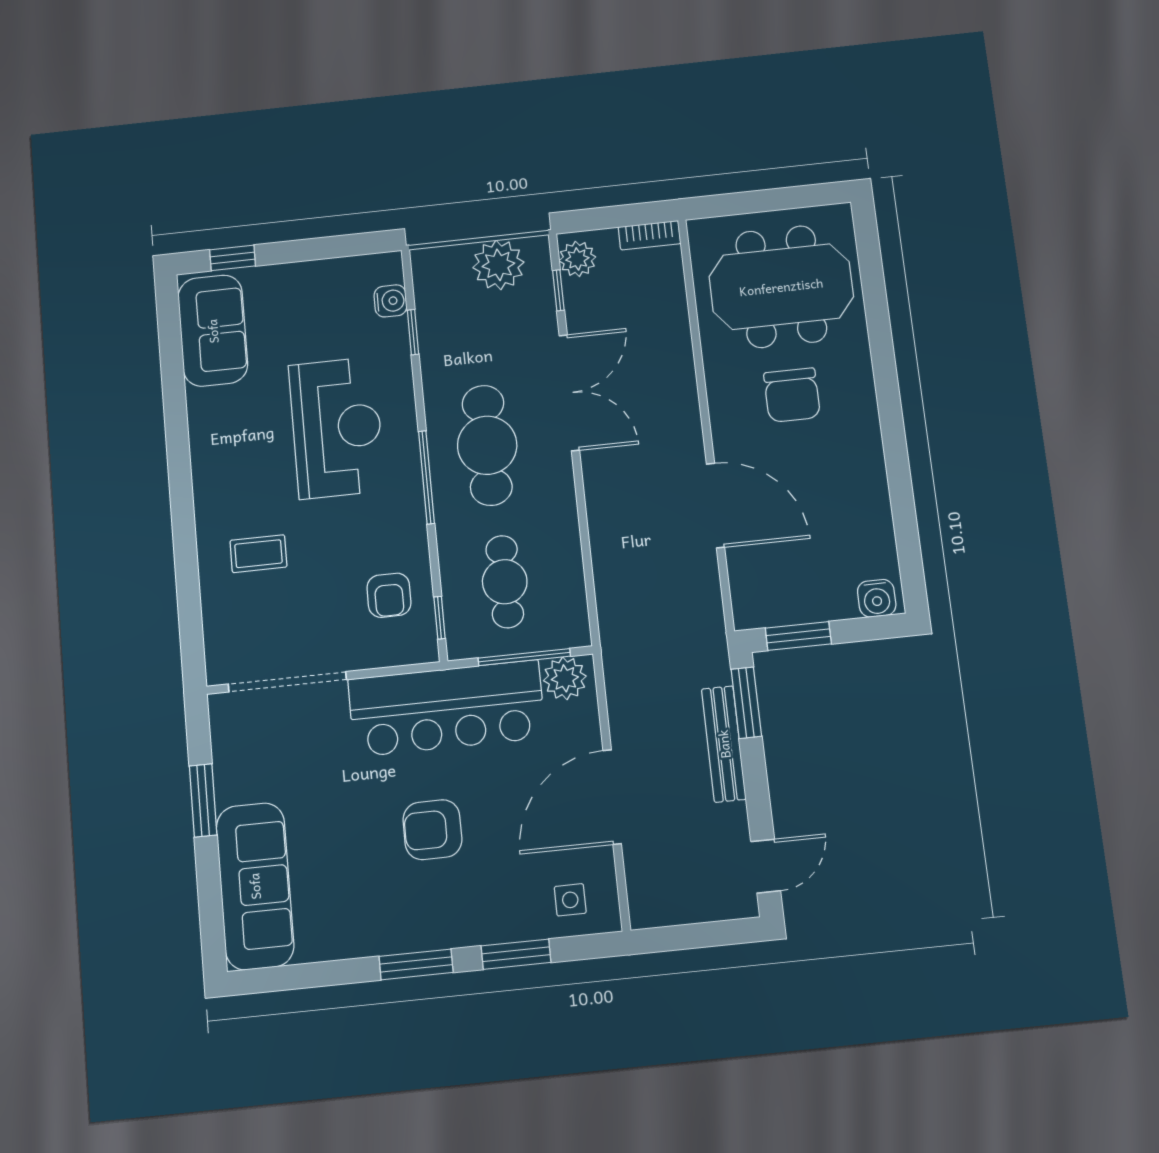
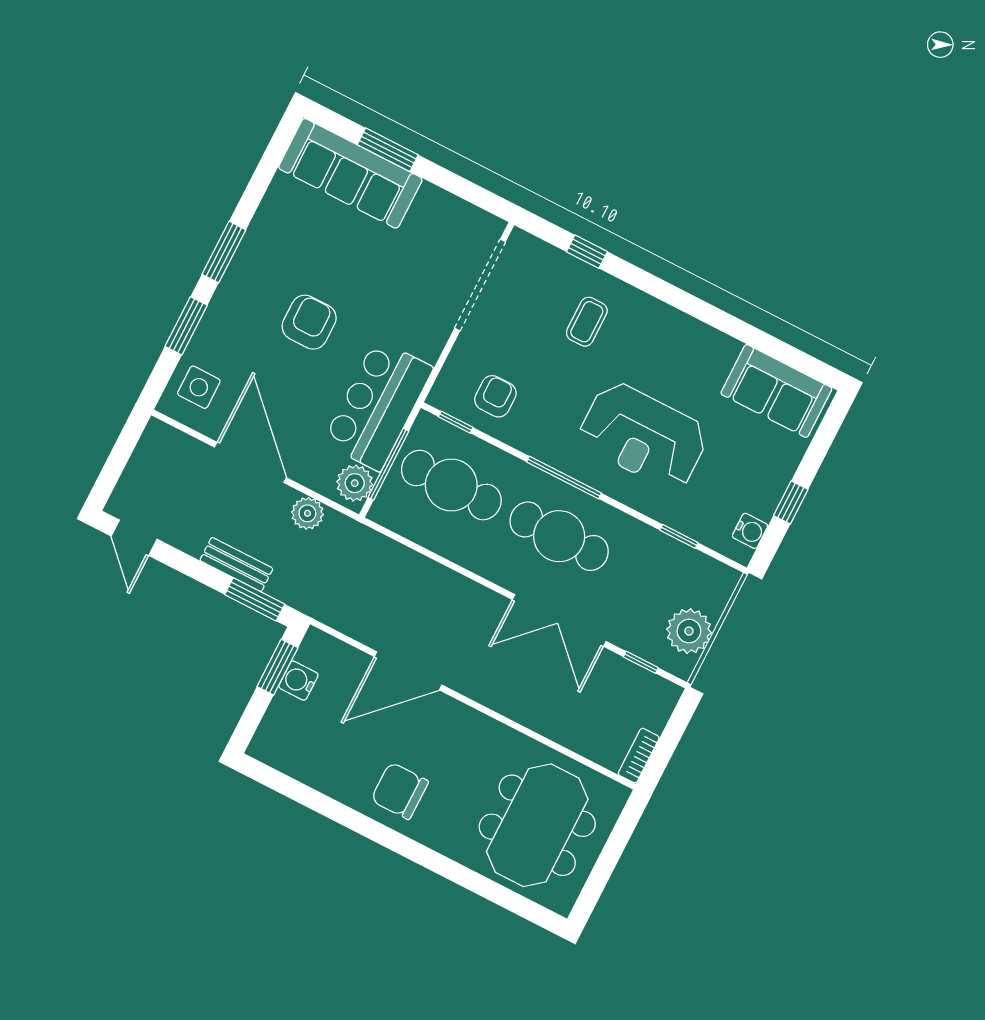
window: (233, 258) -> (791, 503), moved
plant: (577, 259) -> (307, 513), moved
water cooler: (390, 301) -> (750, 531), moved, turned -90
chair: (792, 395) -> (400, 791), moved
cafe table: (505, 582) -> (451, 485), width x1.37, depth x1.35
armchair: (389, 595) -> (495, 396), turned 90
window: (189, 598) -> (587, 252), added
water cooler: (877, 598) -> (298, 681), moved
bar counter: (446, 708) -> (378, 405), width x0.73
bench: (724, 744) -> (236, 564), width x0.73
window: (203, 800) -> (388, 150), moved
side table: (570, 900) -> (199, 387), width x1.37, depth x1.37

